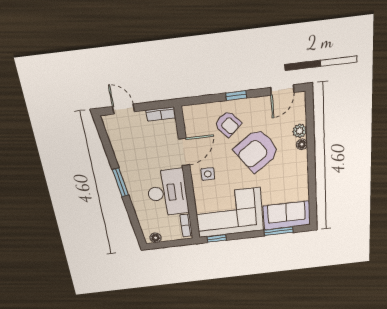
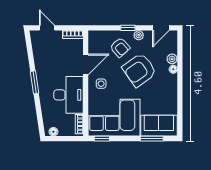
plant: (252, 104) -> (139, 35), added

